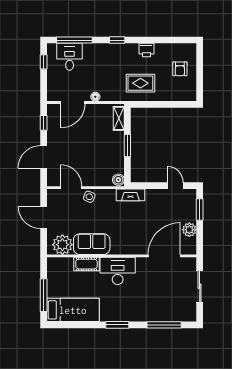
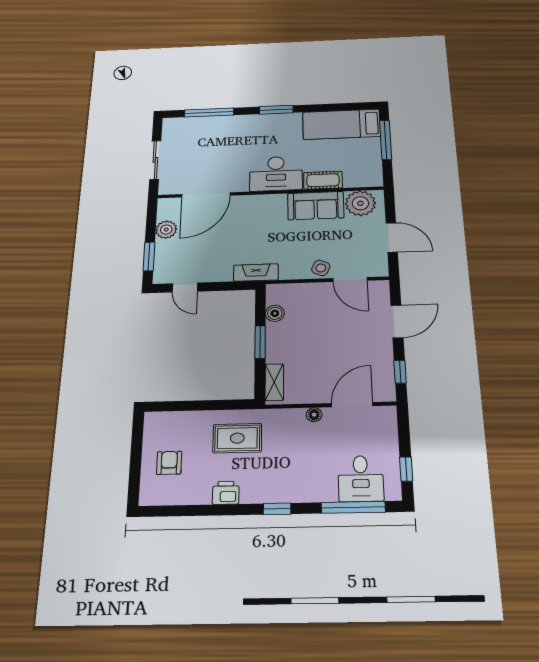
boiler: (118, 180) -> (275, 313), moved

